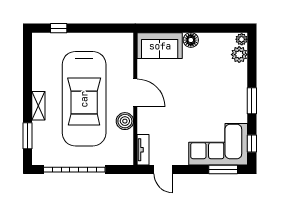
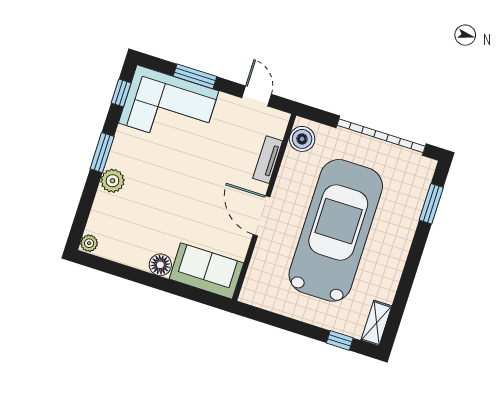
plant: (239, 55) -> (113, 181), moved
shelving: (38, 106) -> (376, 323), moved
boiler: (125, 121) -> (302, 139), moved
tv unit: (143, 150) -> (268, 160), moved
window: (223, 170) -> (195, 76), moved

